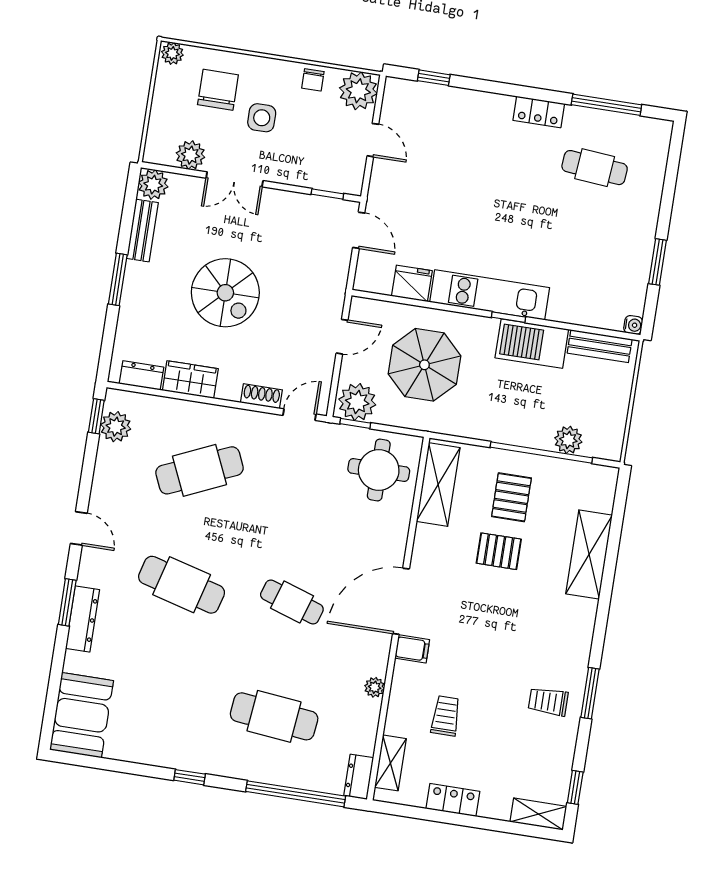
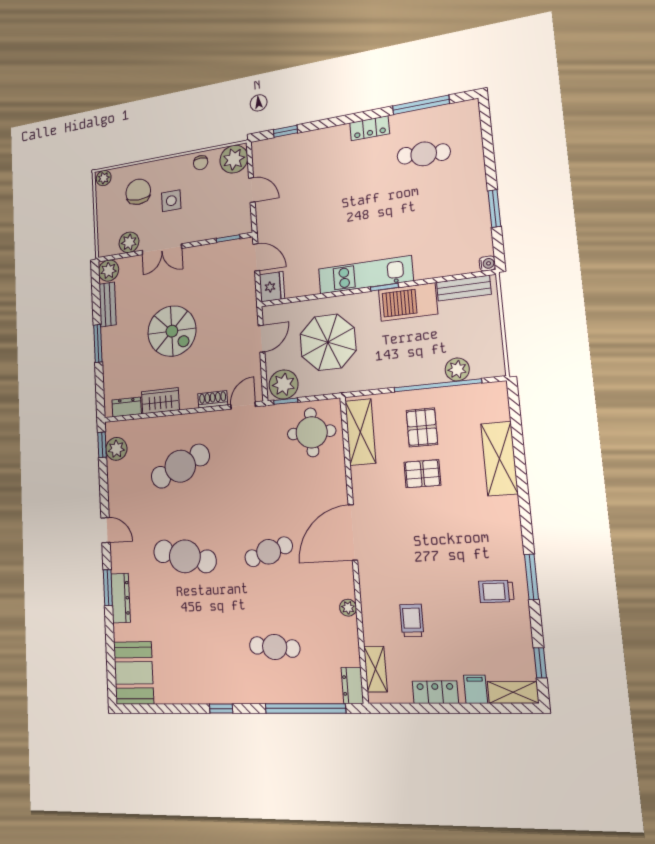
fridge: (412, 283) -> (272, 287), moved, turned 90
cafe table: (292, 602) -> (269, 552), turned -36
filing cabinet: (412, 649) -> (475, 689), moved, turned -90
cafe table: (274, 716) -> (275, 647), width x0.73, depth x0.74

